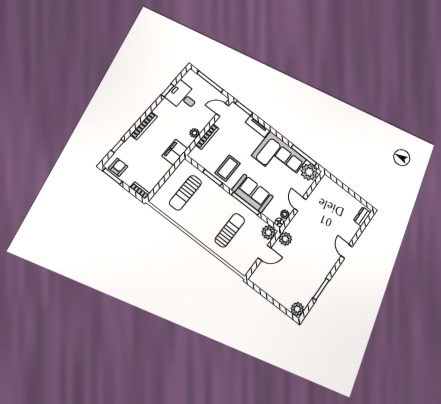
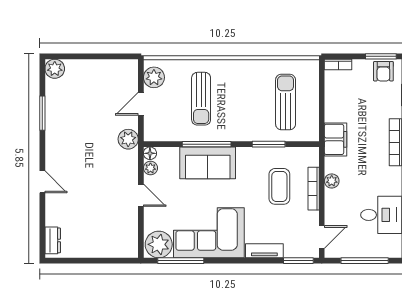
coffee table: (228, 168) -> (279, 186), moved
plant: (268, 232) -> (154, 77), moved

